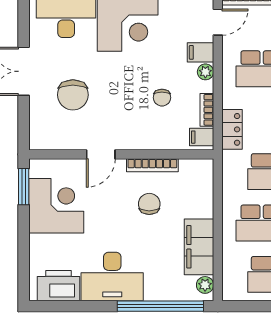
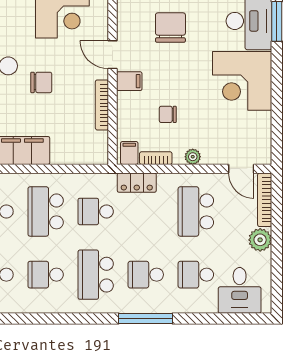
filing cabinet: (200, 52) -> (129, 81), moved, turned 90
chair: (73, 95) -> (170, 28), turned 90
chair: (149, 204) -> (41, 82), moved

